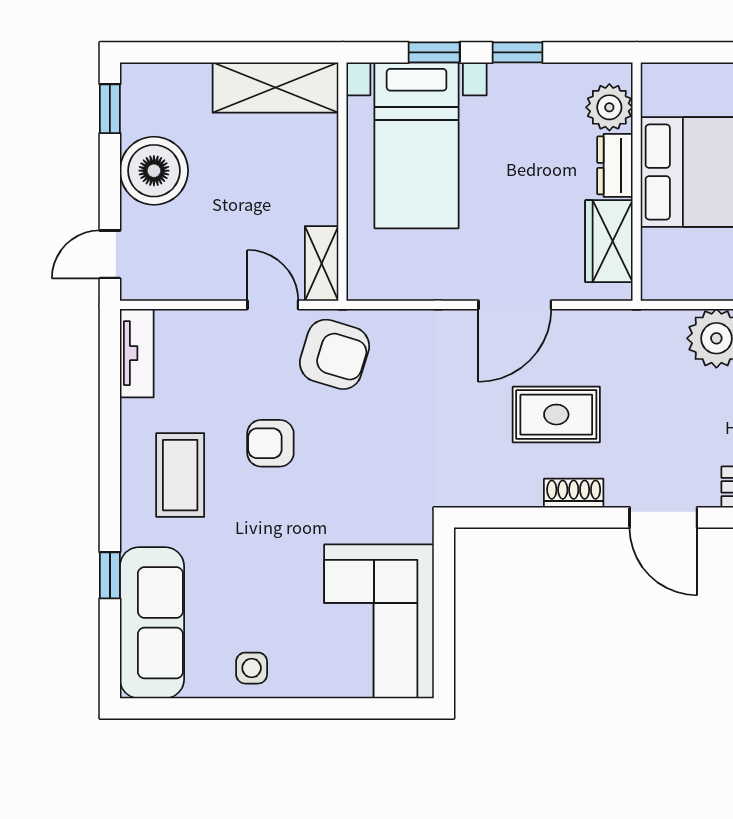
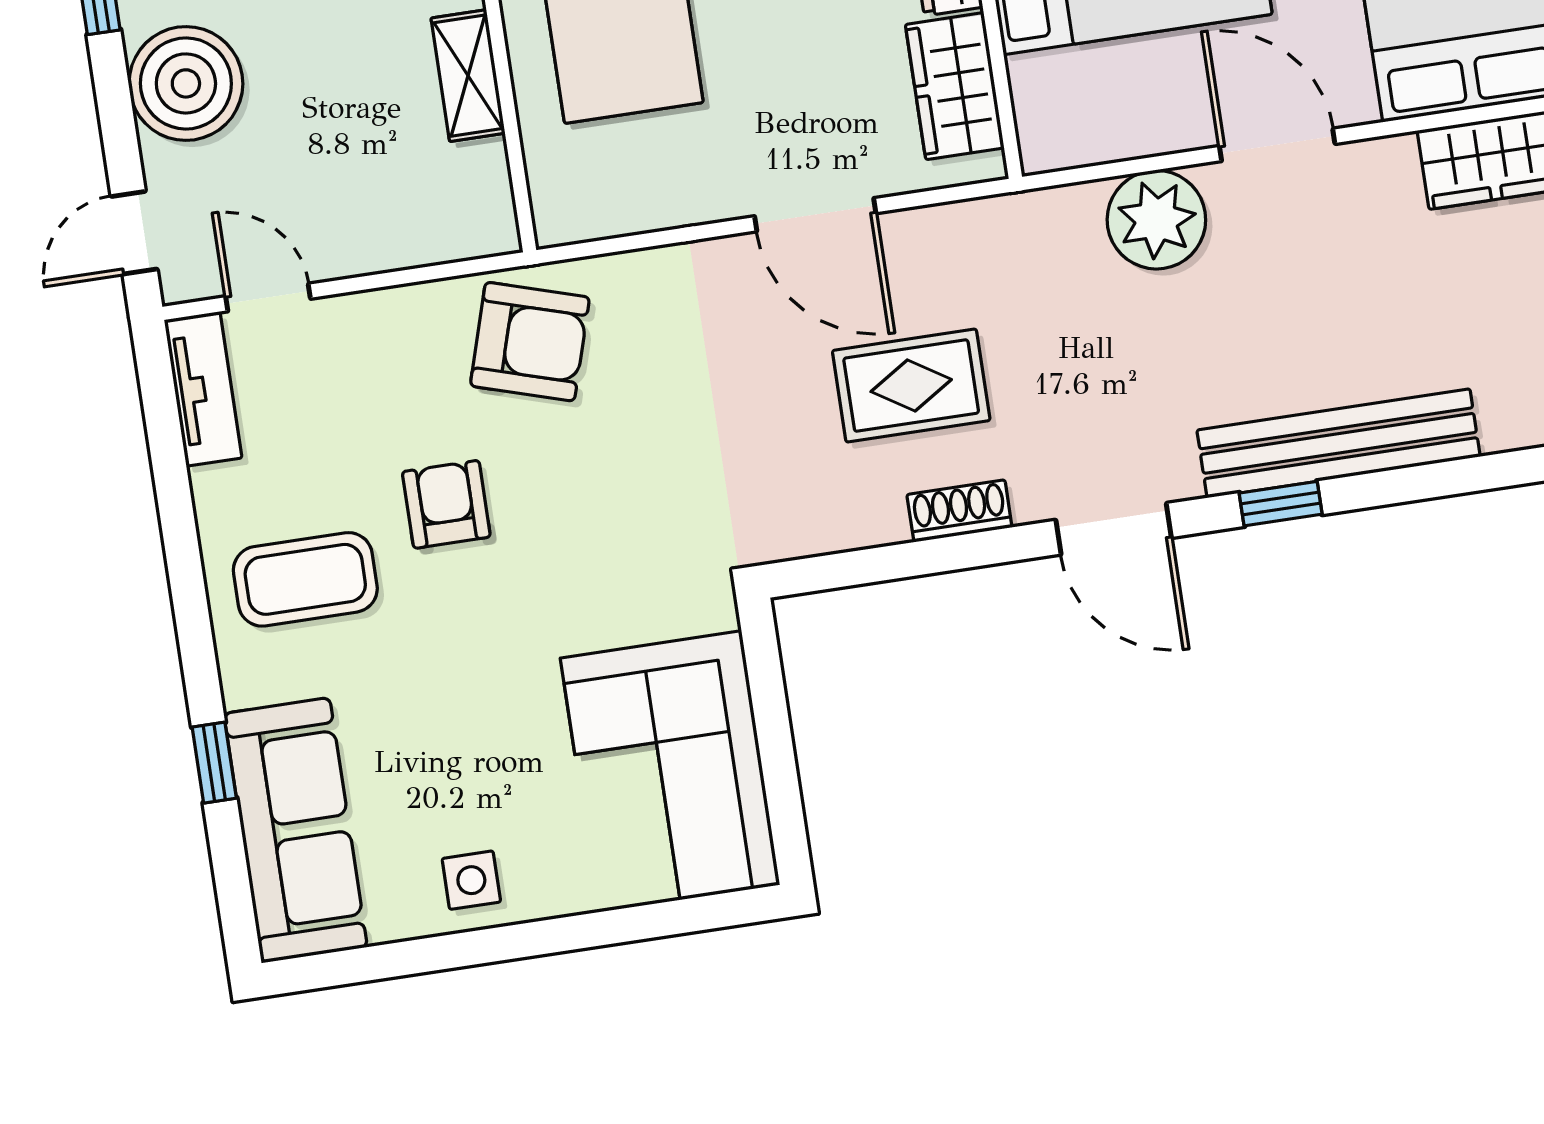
shelving: (322, 263) -> (468, 76), moved
door: (273, 305) -> (268, 298), moved
door: (515, 305) -> (815, 215), hinge flipped
armchair: (270, 443) -> (446, 504), turned 90
coffee table: (180, 475) -> (305, 579), turned 90

